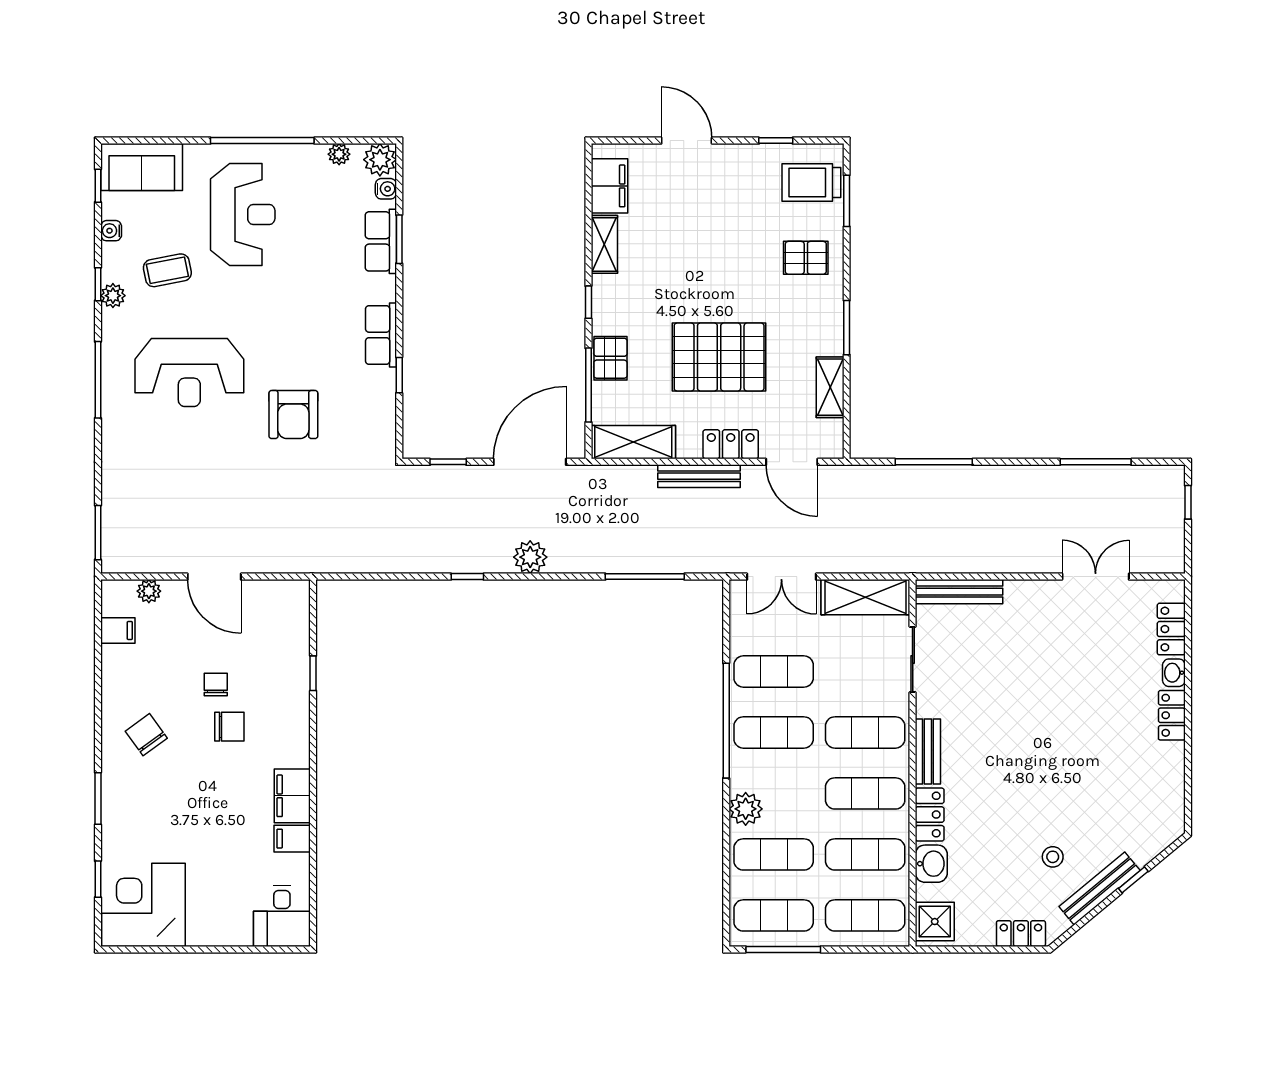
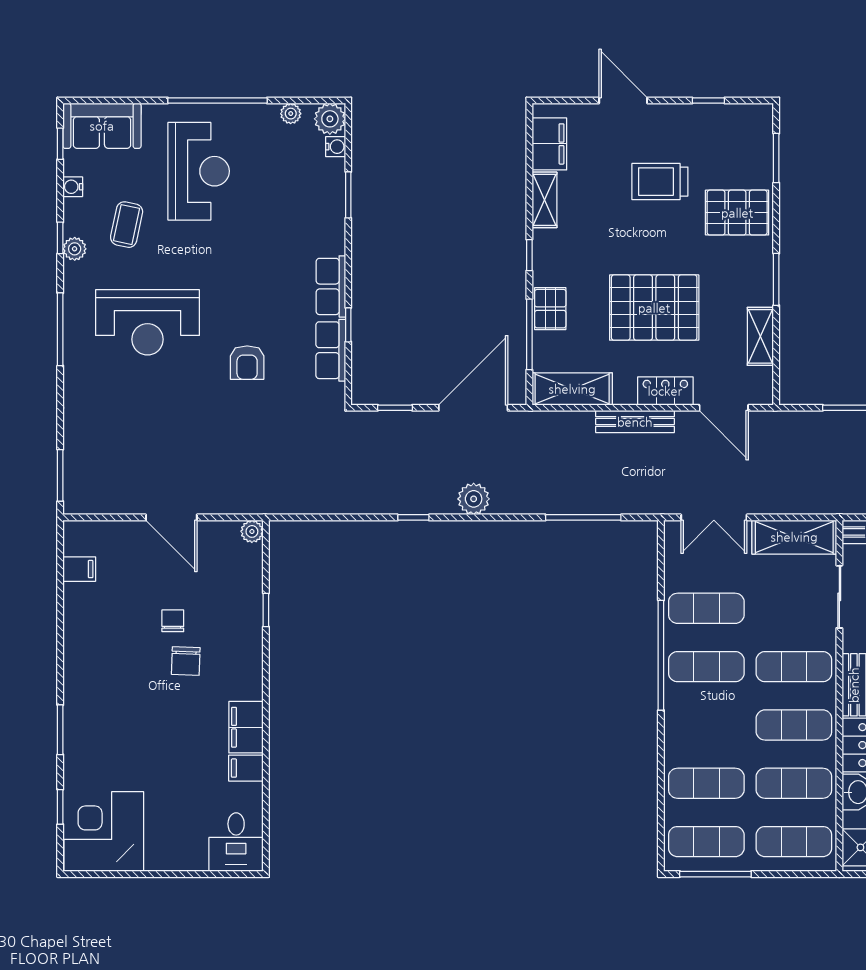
trolley: (811, 183) -> (660, 182), moved
row of seats: (381, 241) -> (331, 350), moved
pallet: (806, 258) -> (737, 213), width x1.50, depth x1.42
coffee table: (167, 270) -> (127, 225), turned -67
armchair: (293, 415) -> (247, 363), width x0.72, depth x0.72
plant: (149, 591) -> (252, 531), moved
chair: (229, 727) -> (186, 661), turned 92
chair: (146, 735) -> (106, 669), removed
plant: (746, 809) -> (680, 740), removed

